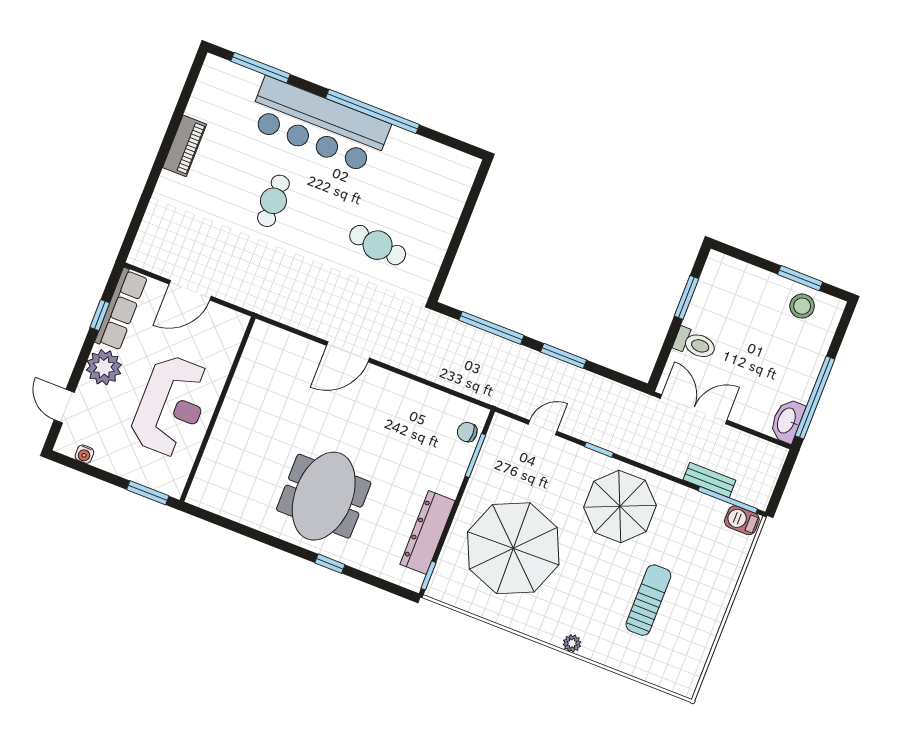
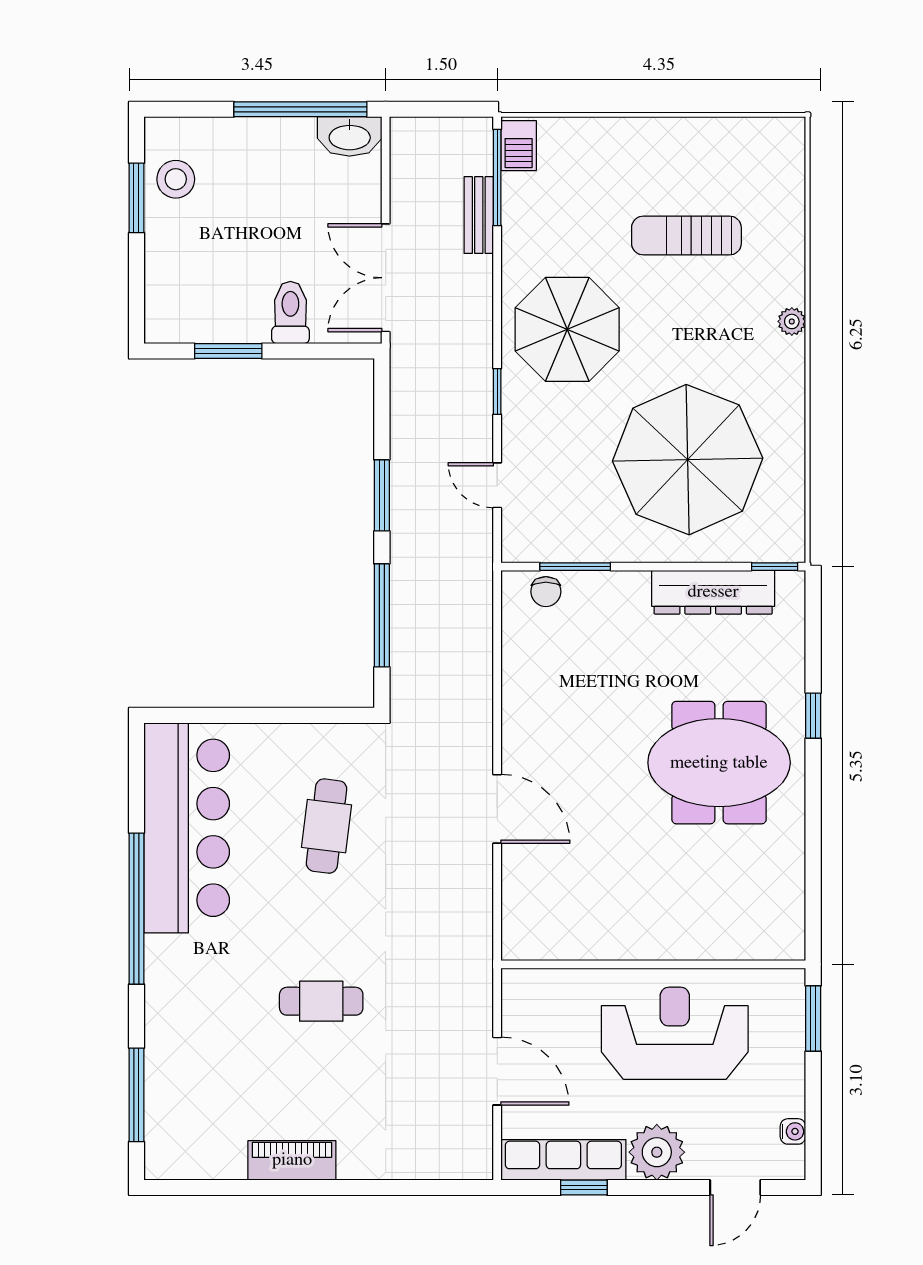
bar counter: (319, 125) -> (187, 828), moved

